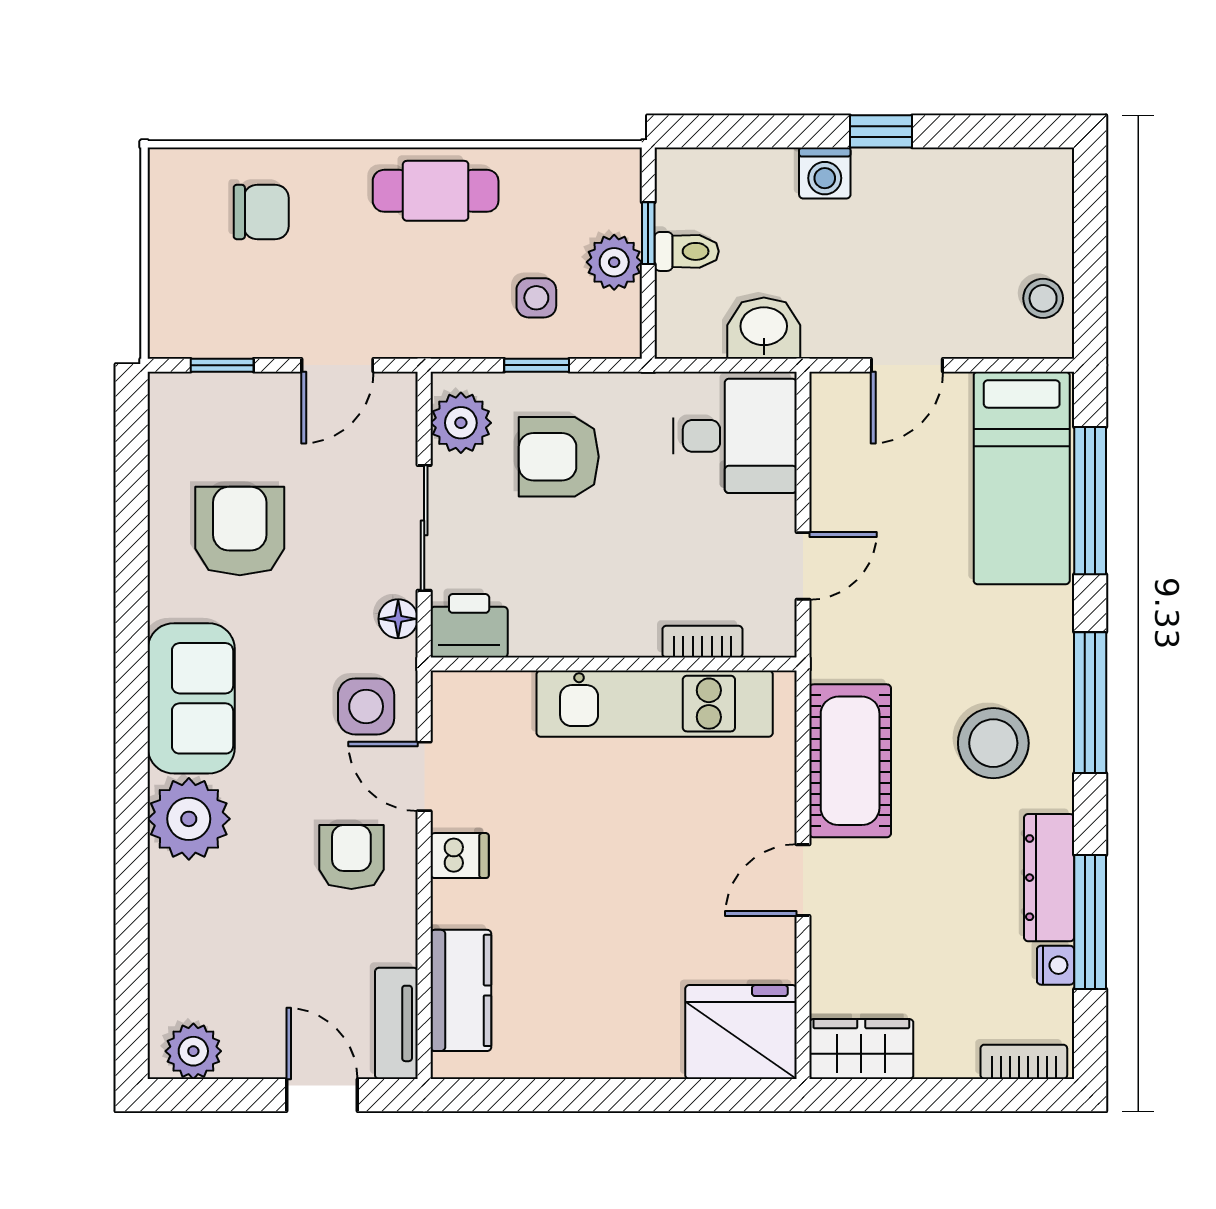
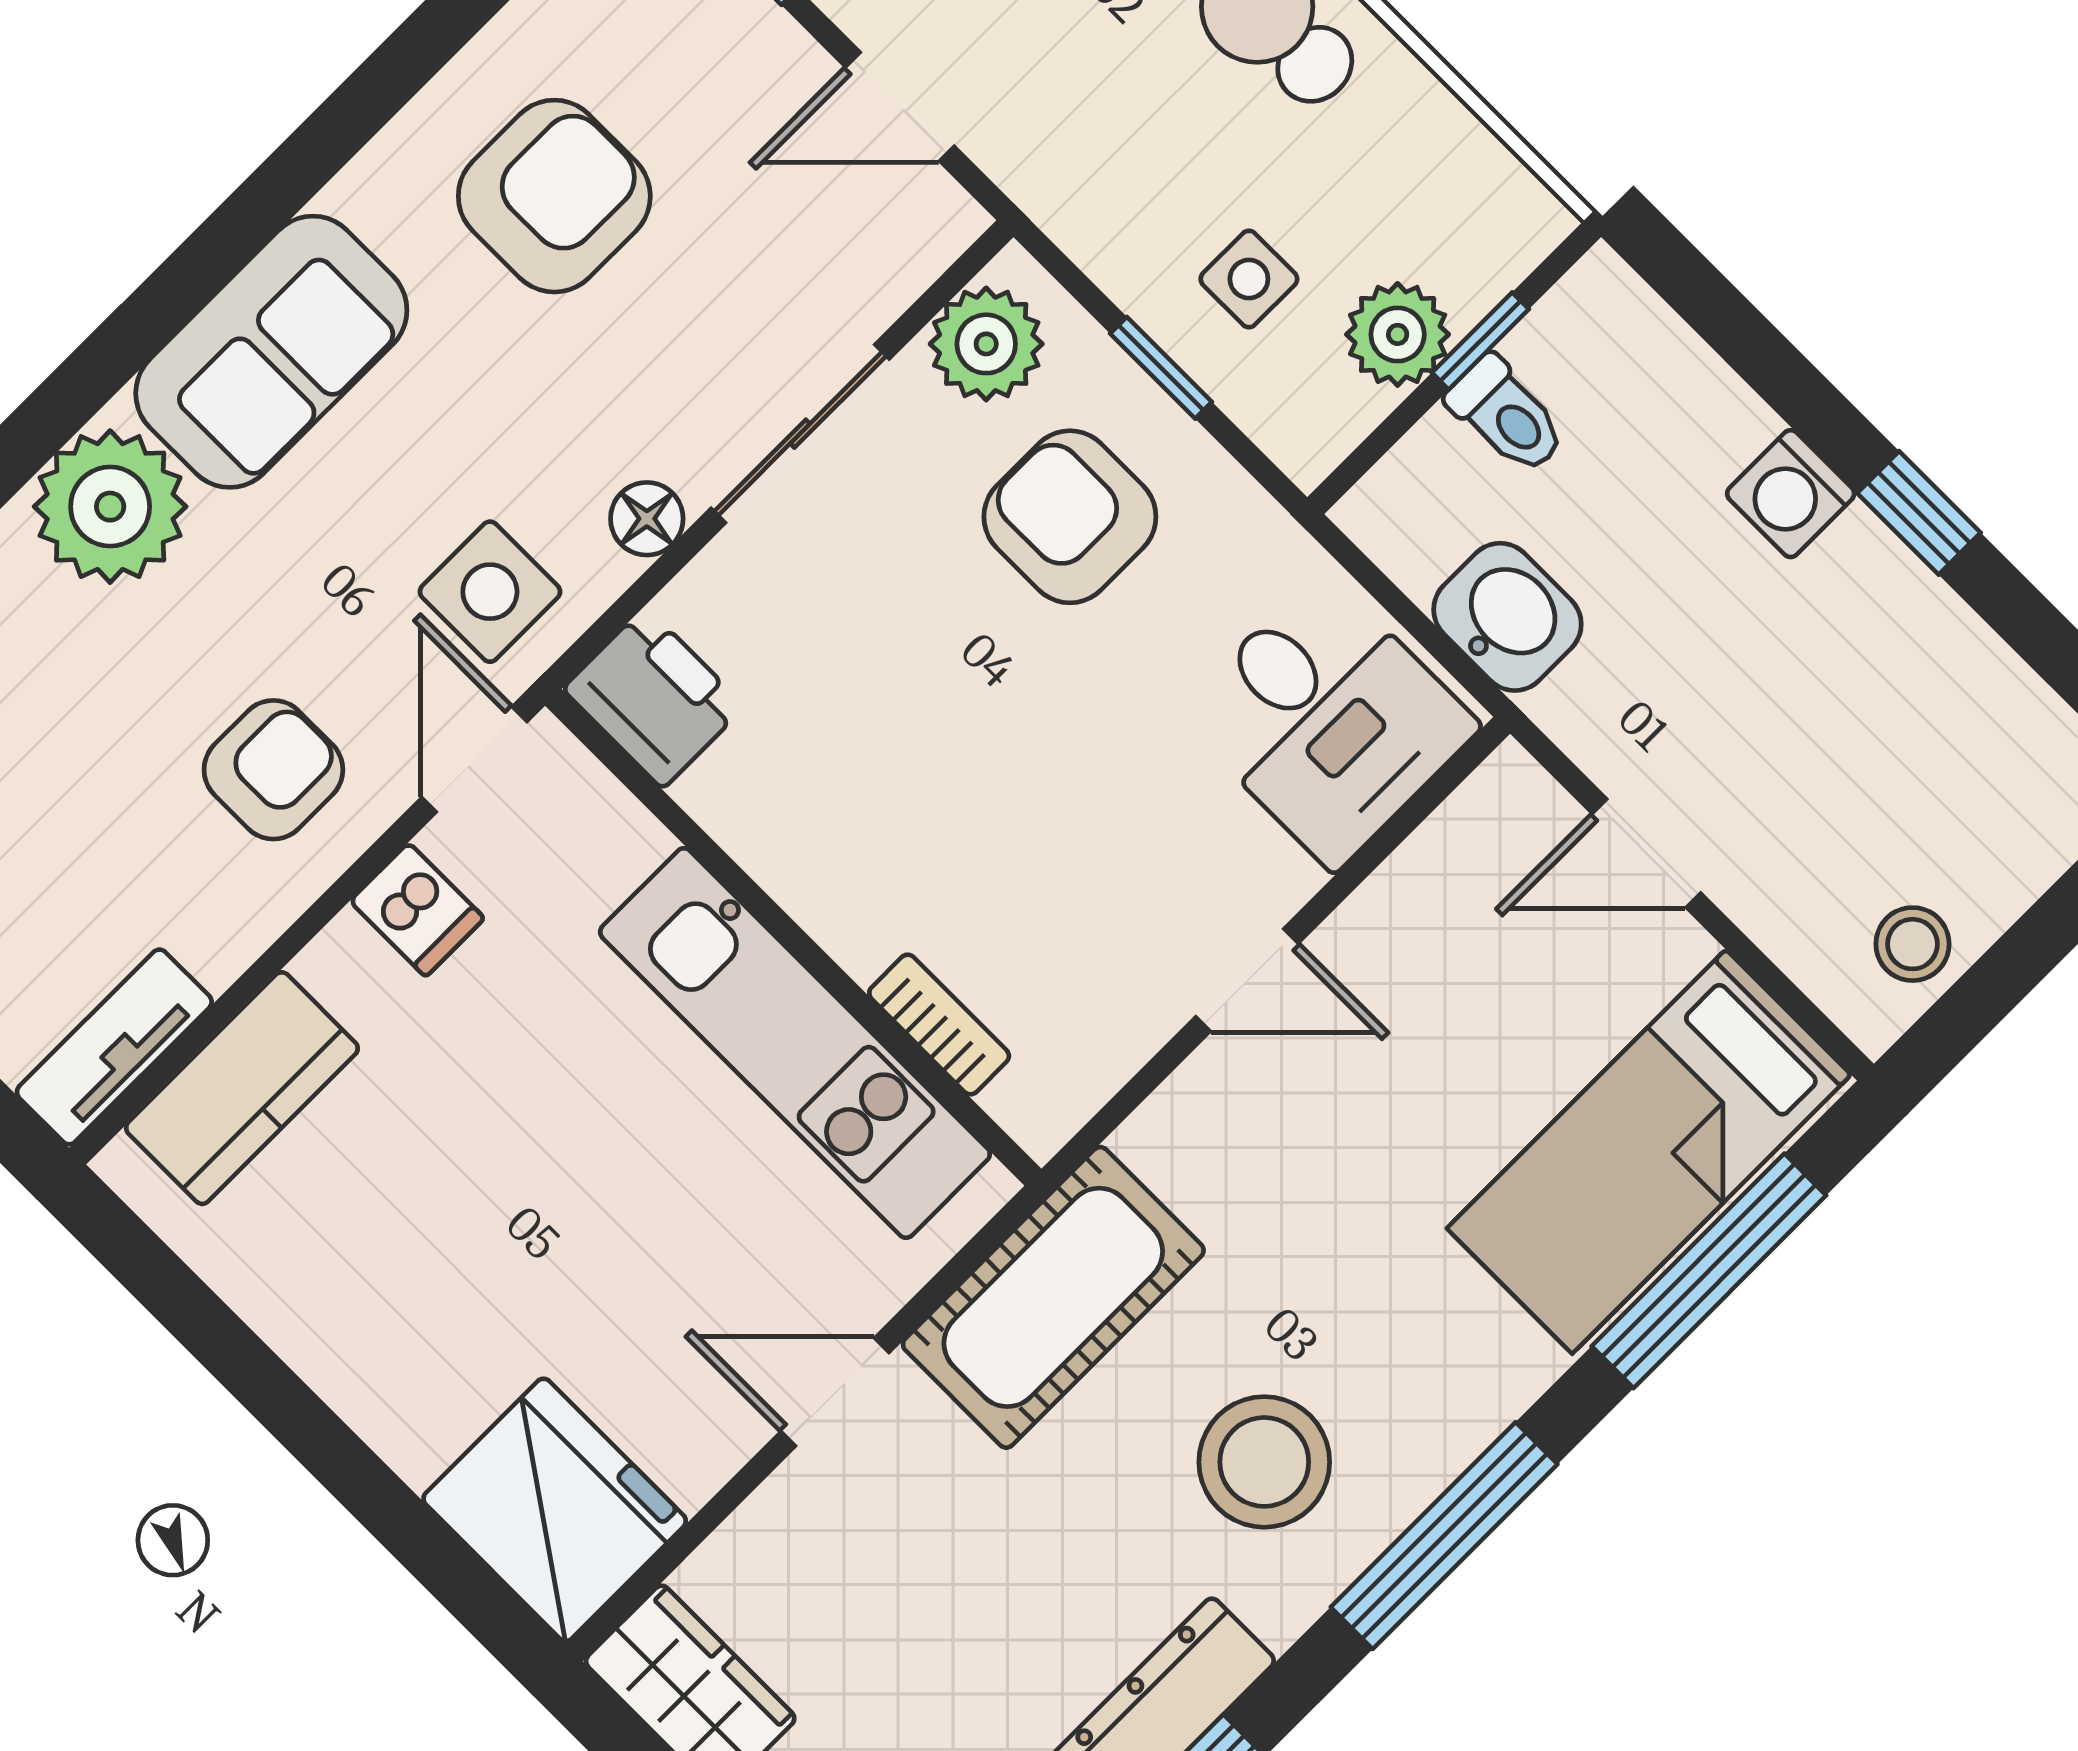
printer: (469, 626) -> (654, 698), moved
bookcase: (702, 642) -> (939, 1024), moved
wall: (614, 664) -> (793, 937), moved
kitchen unit: (655, 704) -> (795, 1043), moved

